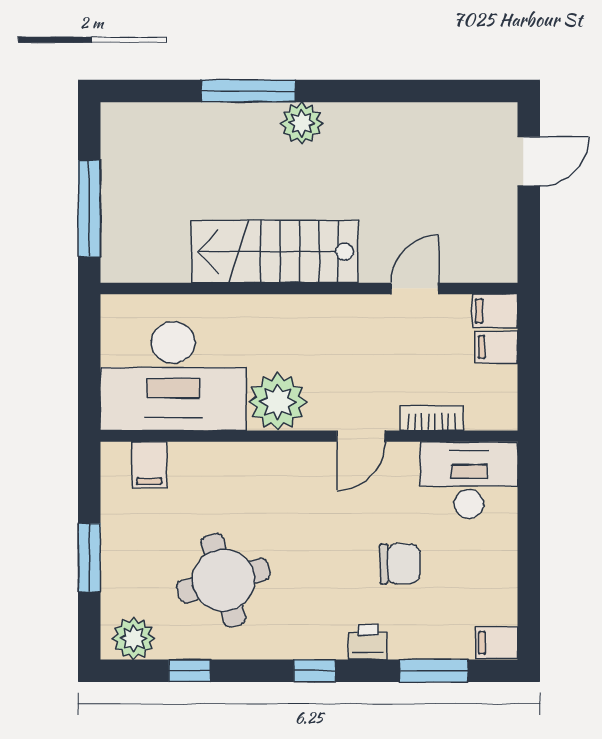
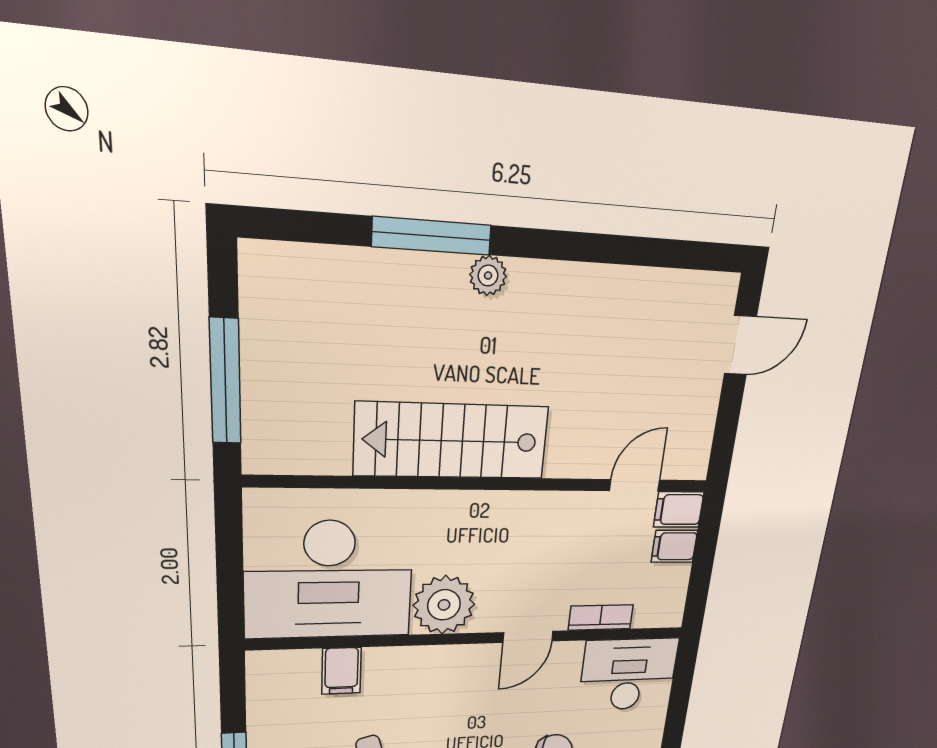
plant: (302, 123) -> (488, 276), width x0.73, depth x0.73
door: (415, 288) -> (635, 485), moved
filing cabinet: (149, 465) -> (341, 671), moved

